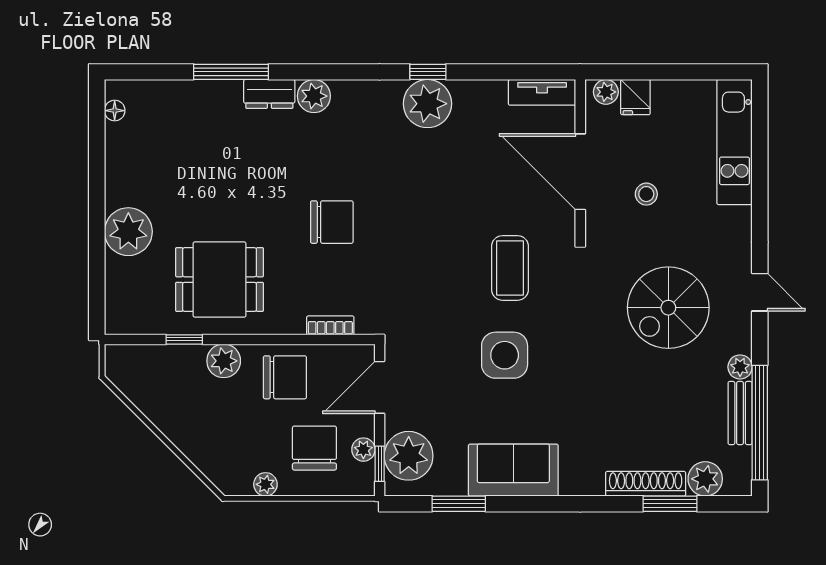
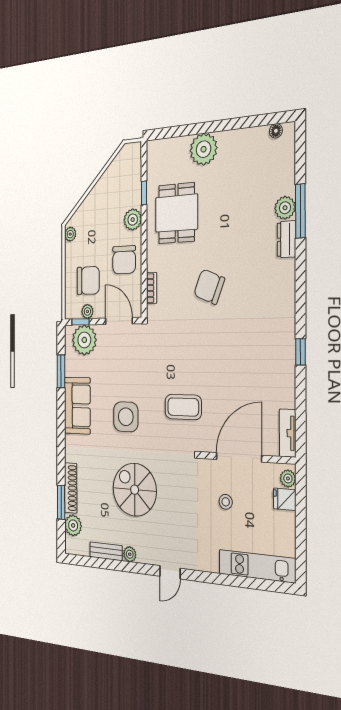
plant: (314, 96) -> (285, 208), moved
plant: (427, 104) -> (280, 352), removed
chair: (332, 222) -> (209, 287), turned 112
spiral stairs: (668, 308) -> (135, 490), moved
side table: (505, 355) -> (126, 417), moved
window: (760, 423) -> (101, 563), removed
plant: (265, 484) -> (70, 234), moved

